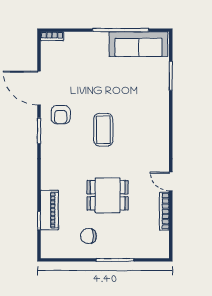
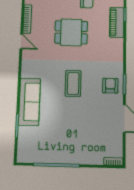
sofa: (139, 44) -> (29, 102), moved, turned 90
armchair: (61, 115) -> (110, 86), moved

